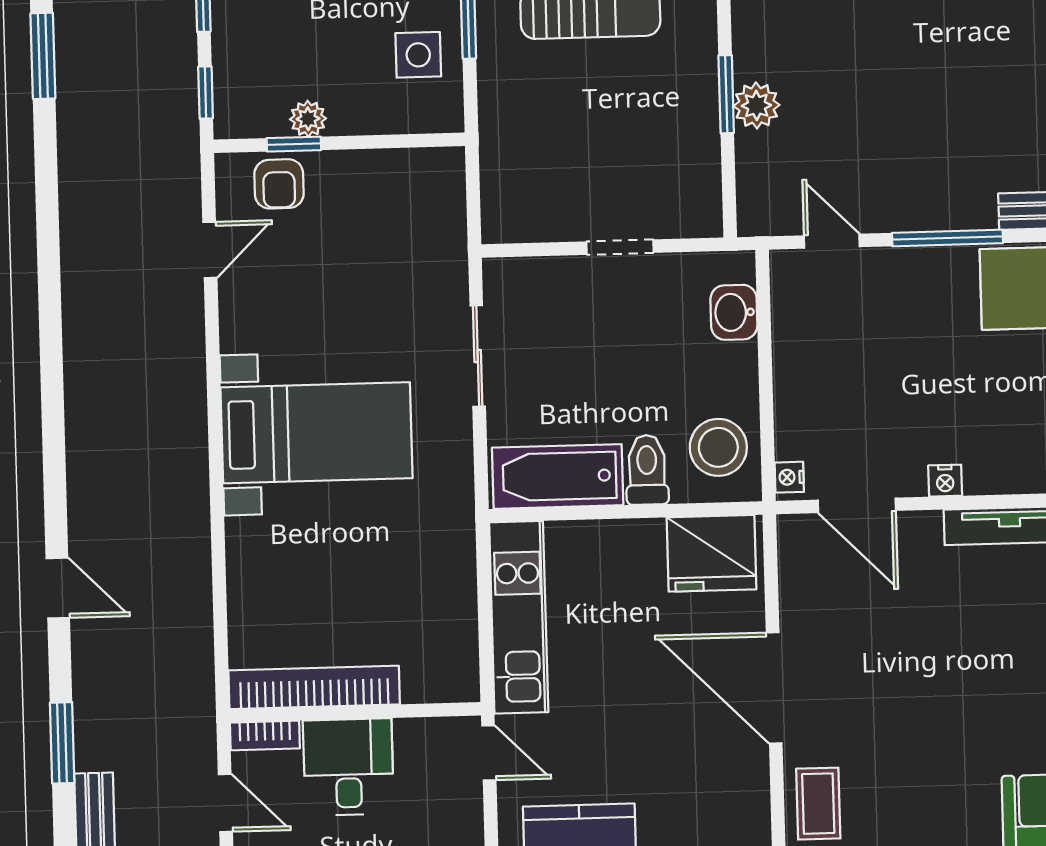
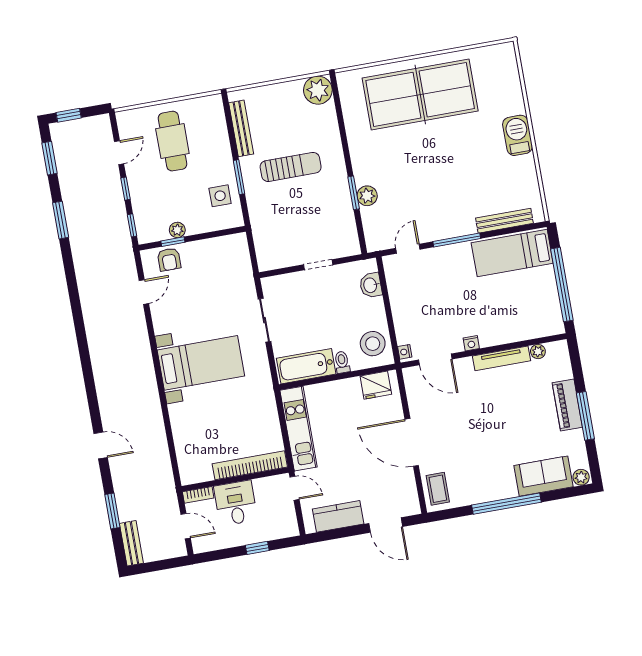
door: (832, 241) -> (408, 249), hinge flipped
toilet: (647, 470) -> (342, 362), width x0.73, depth x0.72
fridge: (711, 553) -> (376, 385), width x0.73, depth x0.75
bookcase: (314, 687) -> (250, 465), moved

